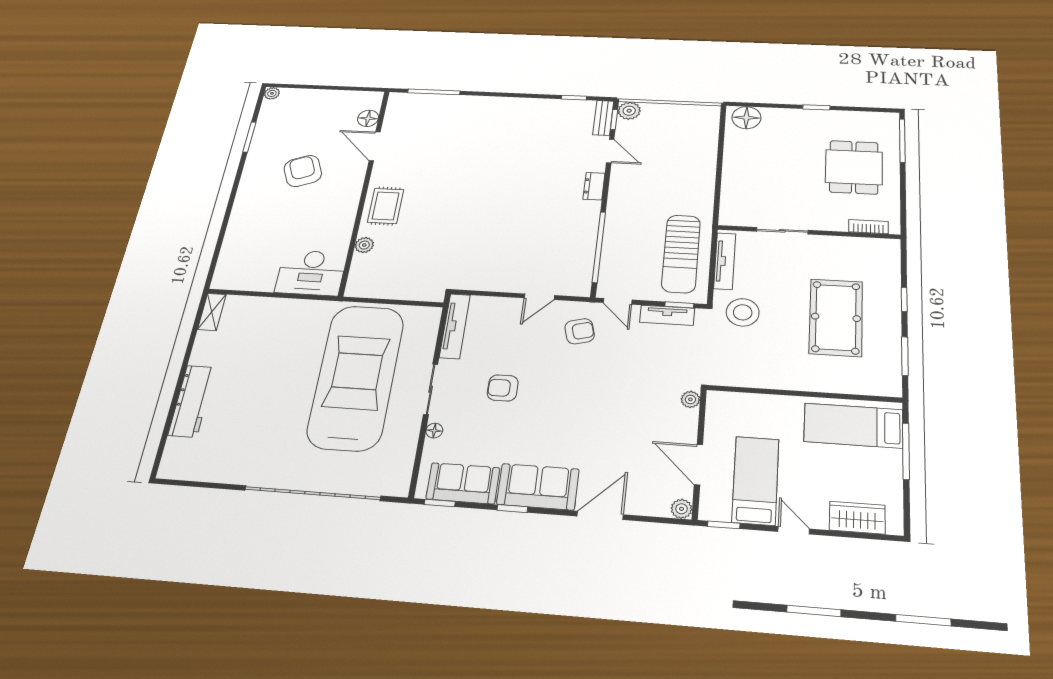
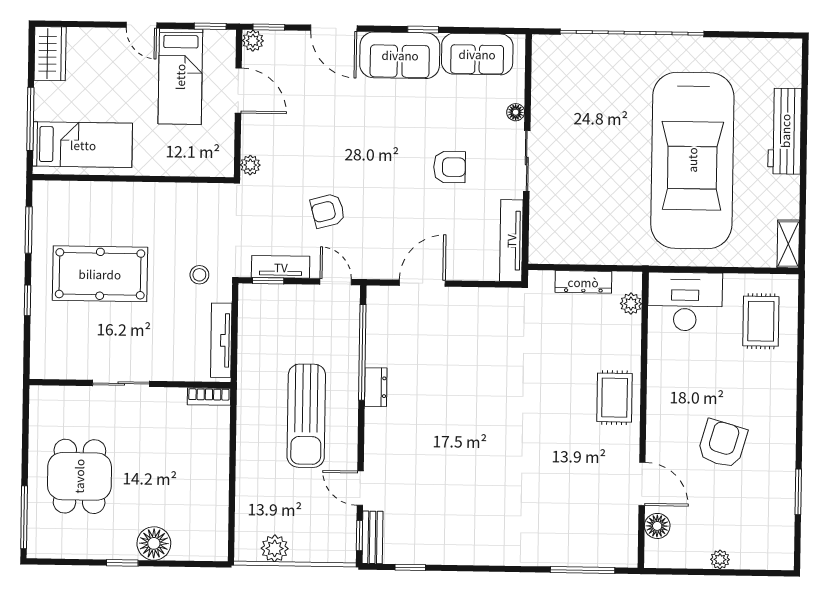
plant: (272, 93) -> (720, 559), moved
plant: (629, 111) -> (275, 548), moved
floor lamp: (746, 118) -> (154, 543), moved
armchair: (303, 171) -> (722, 444), turned -142
dresser: (594, 186) -> (376, 387), moved
bookcase: (869, 227) -> (209, 397), moved
sliding door: (782, 231) -> (121, 383), moved
plant: (364, 245) -> (631, 304), moved
sun lounger: (681, 254) -> (306, 416), moved, turned 180
rug: (250, 256) -> (761, 321), added
dresser: (396, 291) -> (583, 282), added
door: (539, 297) -> (422, 283), width x1.38
stool: (743, 312) -> (199, 275), width x0.53, depth x0.53
pool table: (836, 317) -> (100, 274), turned 90
armchair: (580, 331) -> (328, 211), moved
car: (356, 377) -> (692, 160), moved
window: (440, 503) -> (269, 27), moved
door: (600, 515) -> (334, 28), hinge flipped
wardrobe: (857, 518) -> (50, 54), moved, turned -90

